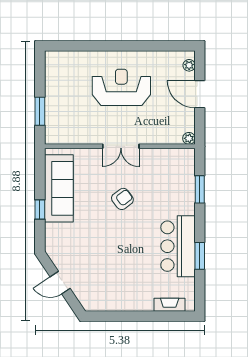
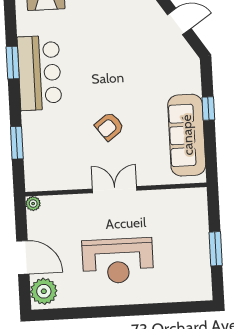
plant: (189, 65) -> (44, 291), width x1.88, depth x1.88
window: (40, 111) -> (216, 249), moved

